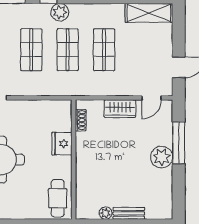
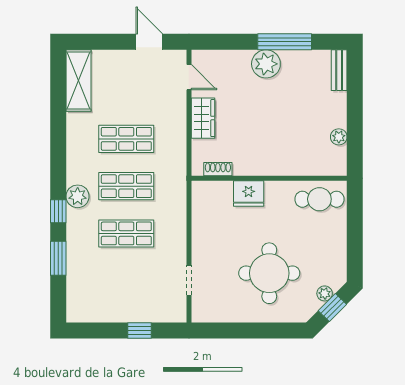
window: (179, 143) -> (285, 42), moved
bench: (129, 213) -> (339, 70), moved

